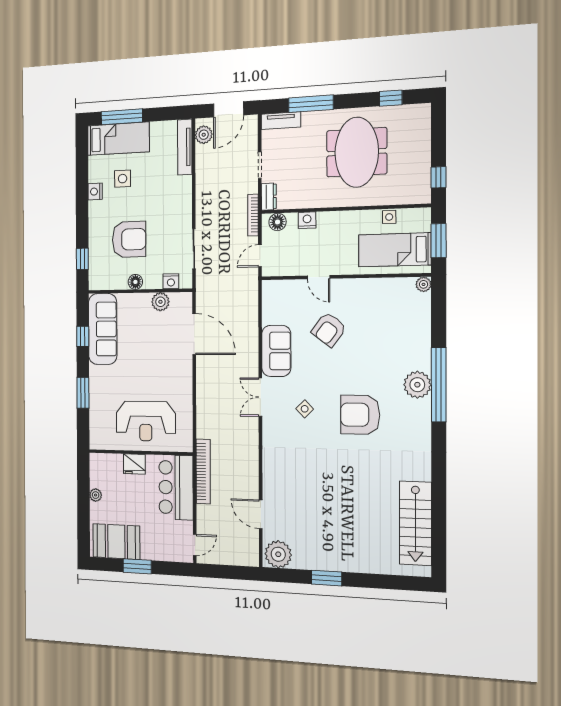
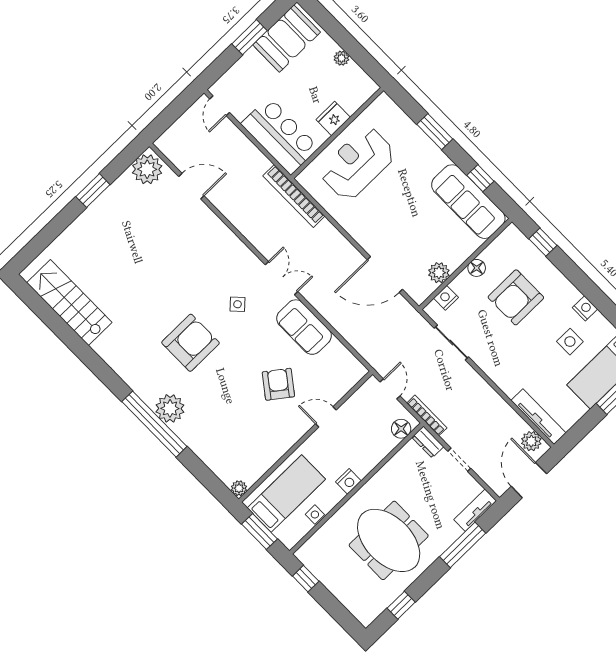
nightstand: (307, 220) -> (348, 481), moved
bookcase: (203, 471) -> (294, 196), moved

